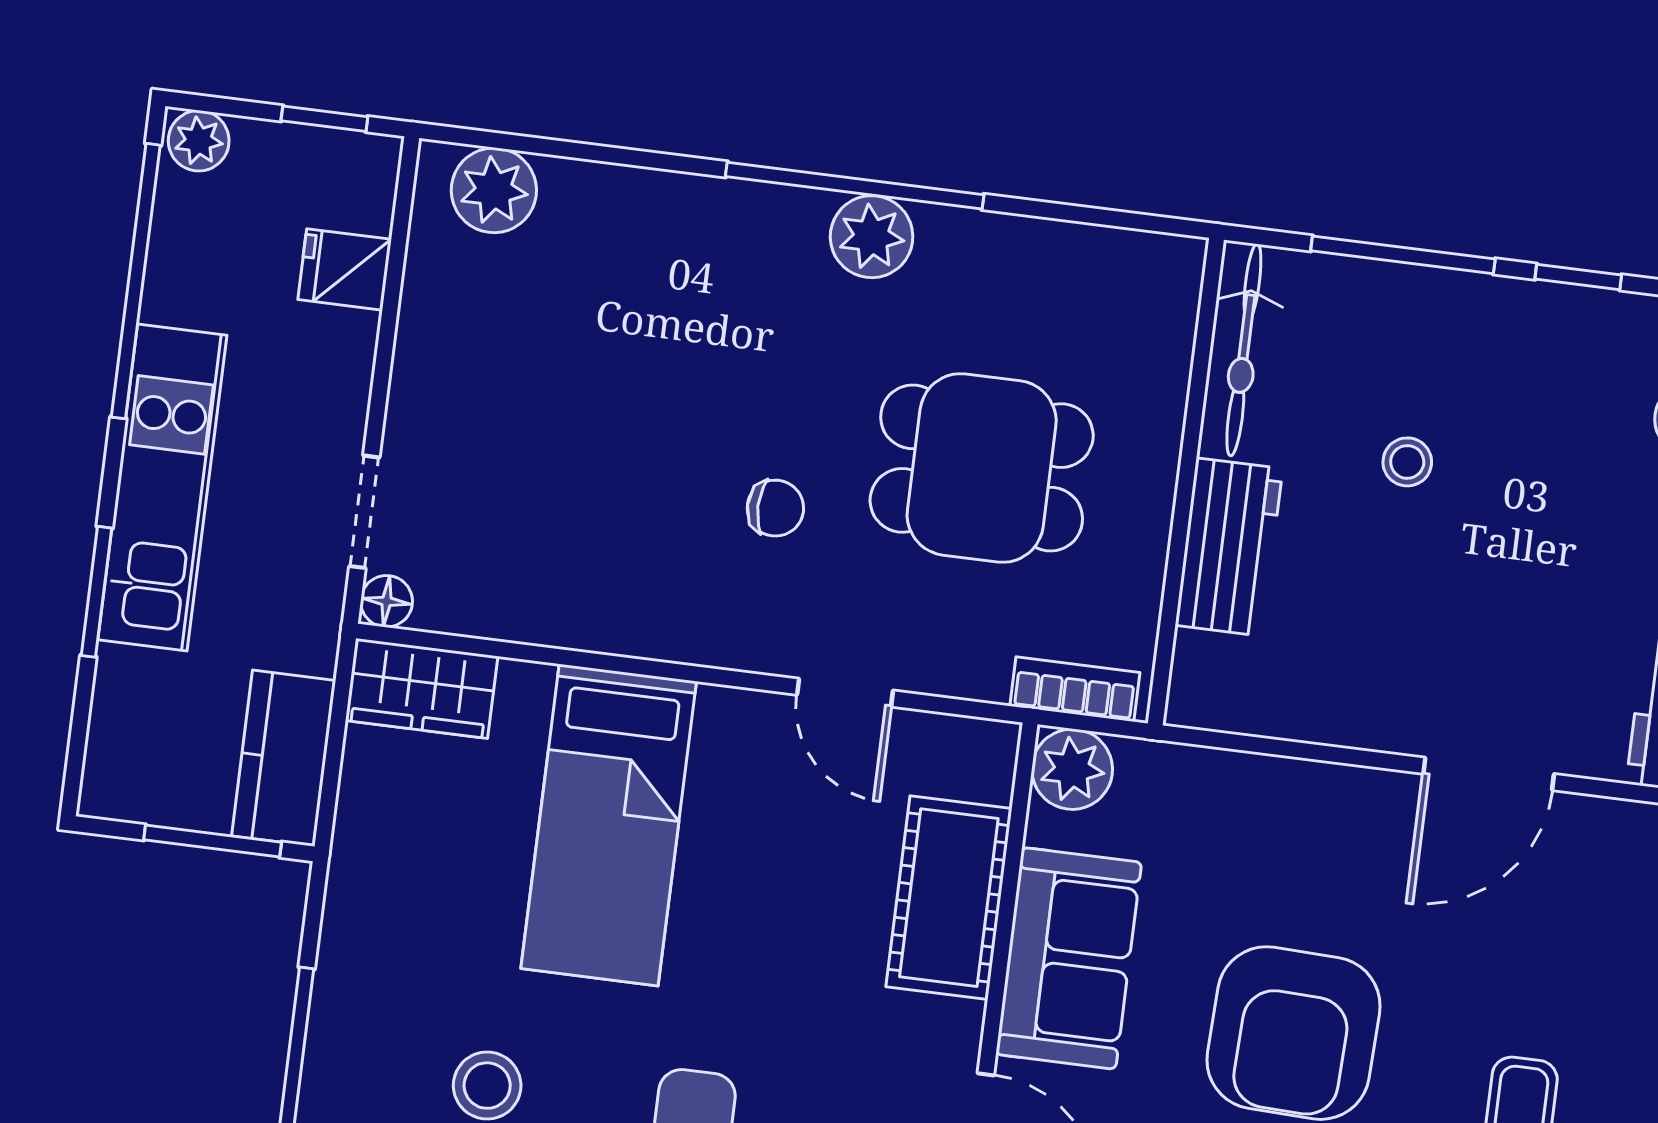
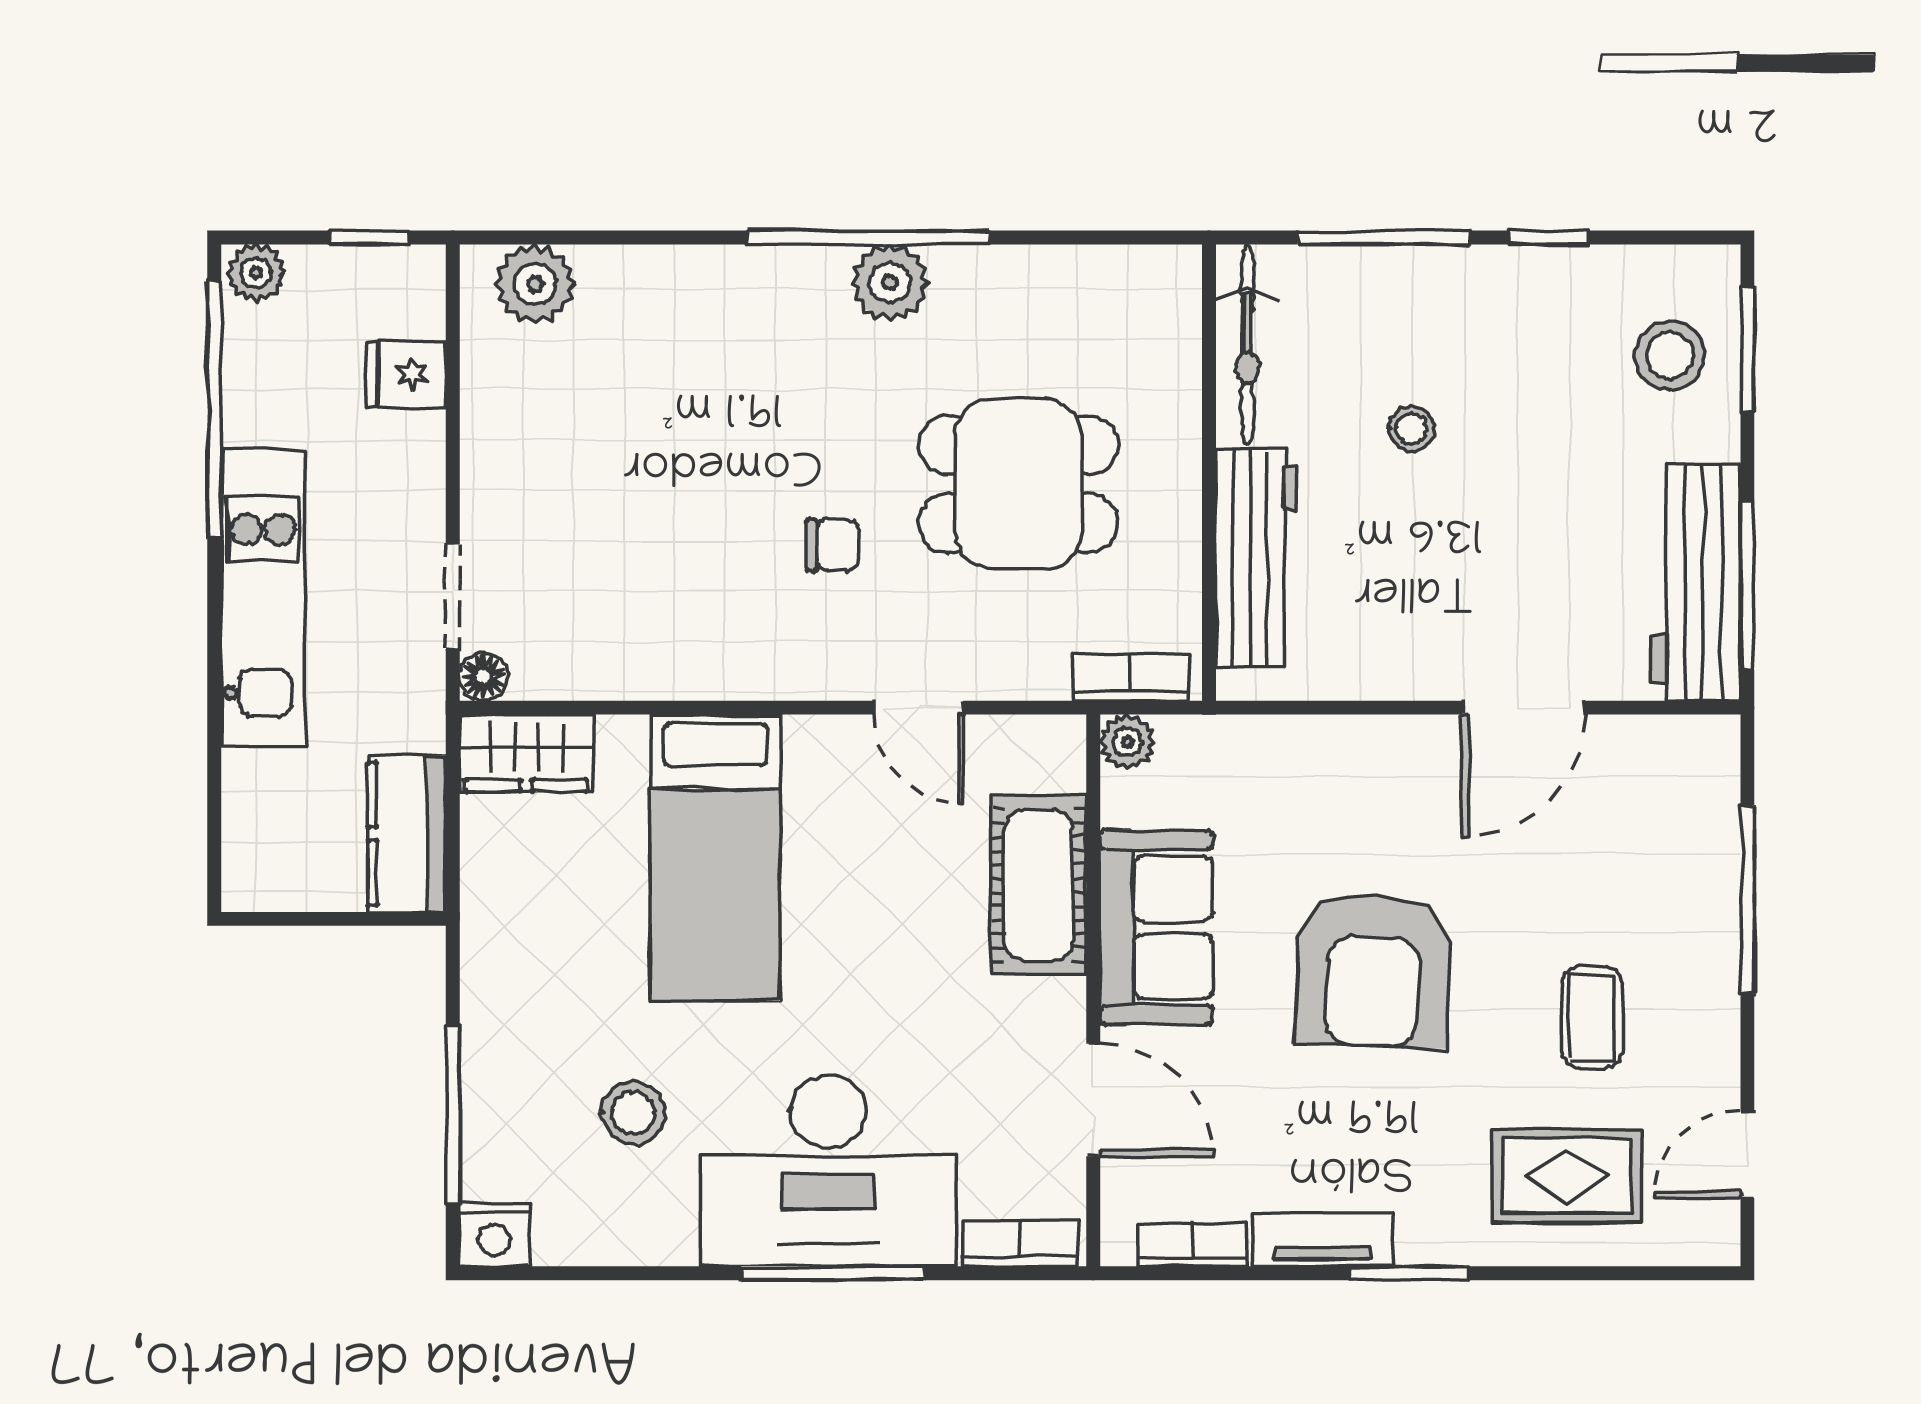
workbench: (1229, 547) -> (1257, 558), width x1.38
window: (96, 592) -> (214, 702), removed
plant: (1072, 769) -> (1127, 742), width x0.73, depth x0.73
window: (213, 841) -> (351, 919), removed

